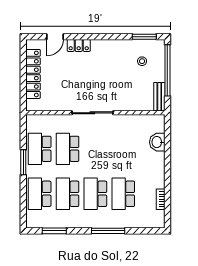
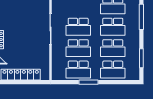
school desk: (95, 149) -> (78, 27), added

